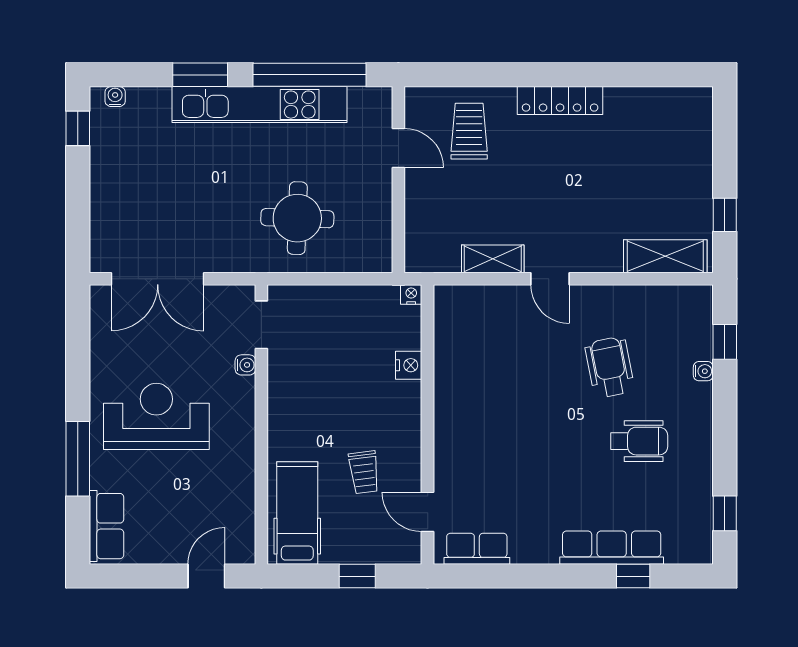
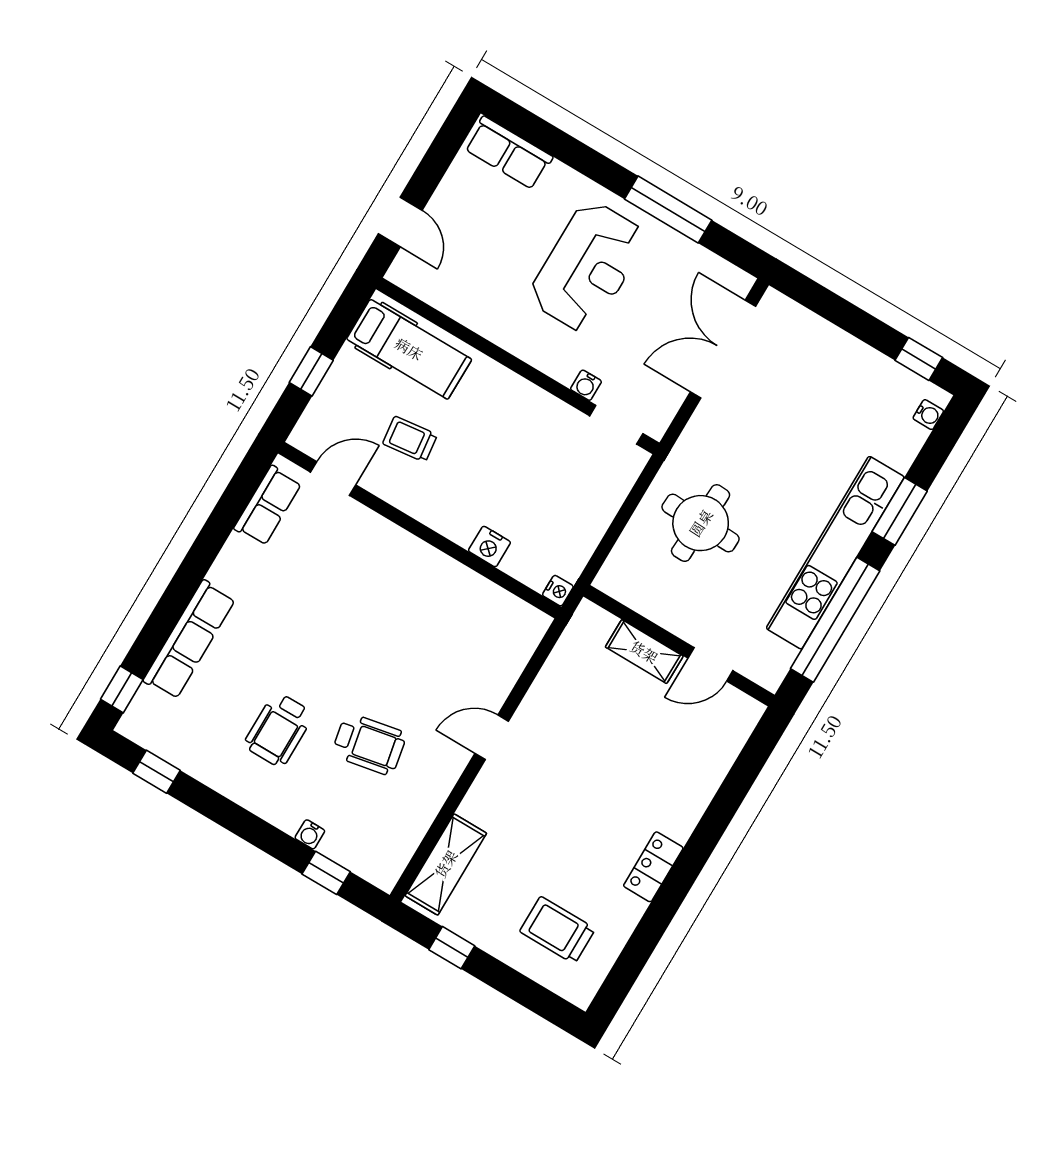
locker: (560, 101) -> (653, 867), width x0.66
trolley: (469, 131) -> (557, 930), moved, turned 180
shelving: (493, 259) -> (644, 652), moved, turned 90
window: (78, 459) -> (668, 210), moved
window: (633, 576) -> (122, 689), moved

